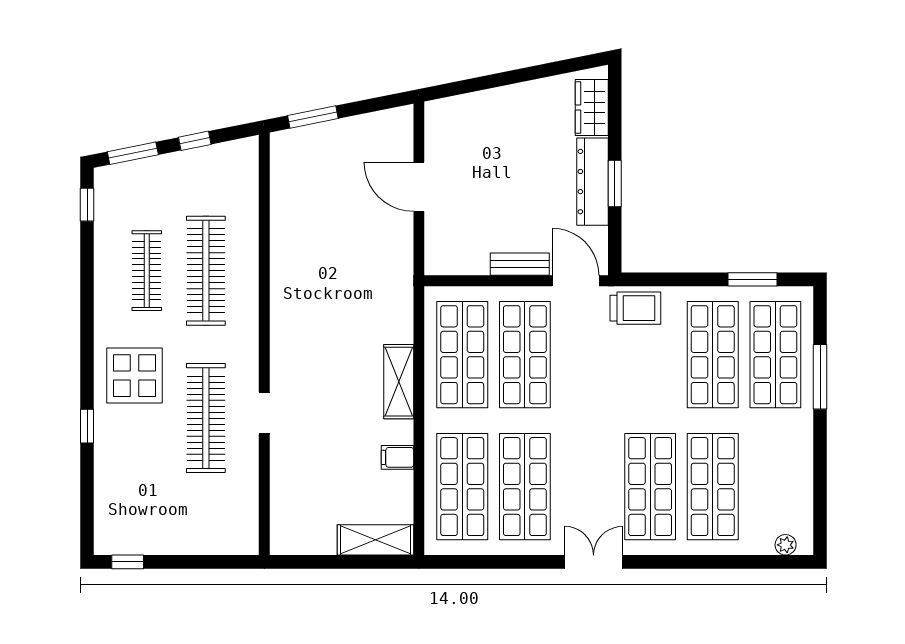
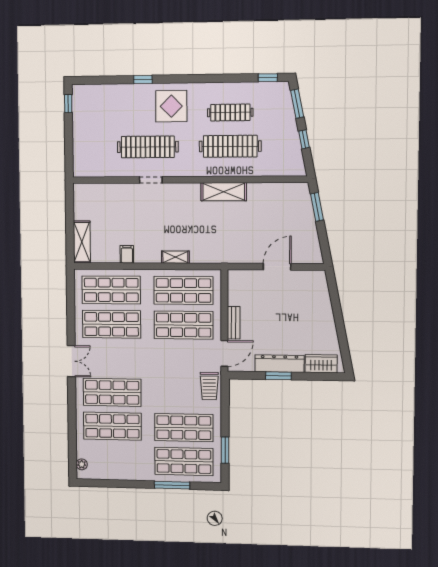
shelving: (286, 282) -> (224, 192), added
shelving: (399, 382) -> (175, 257), width x0.67, depth x0.75

